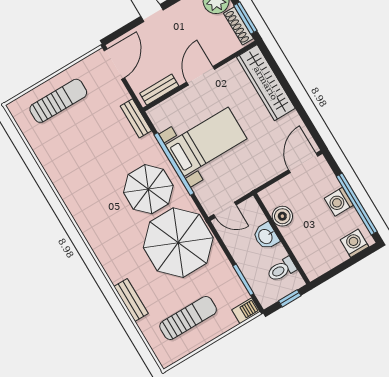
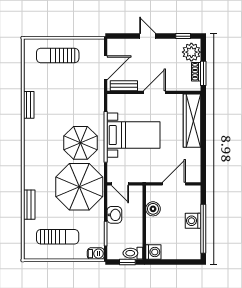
shoe rack: (239, 26) -> (196, 72), width x0.70
door: (114, 64) -> (106, 68), moved
sun lounger: (58, 101) -> (58, 55), turned 180
bench: (136, 118) -> (29, 105), moved
door: (303, 163) -> (174, 184), moved
washbasin: (266, 236) -> (114, 215), moved, turned 180
washing machine: (355, 243) -> (153, 252), moved, turned 90
toilet: (282, 269) -> (133, 253), moved

